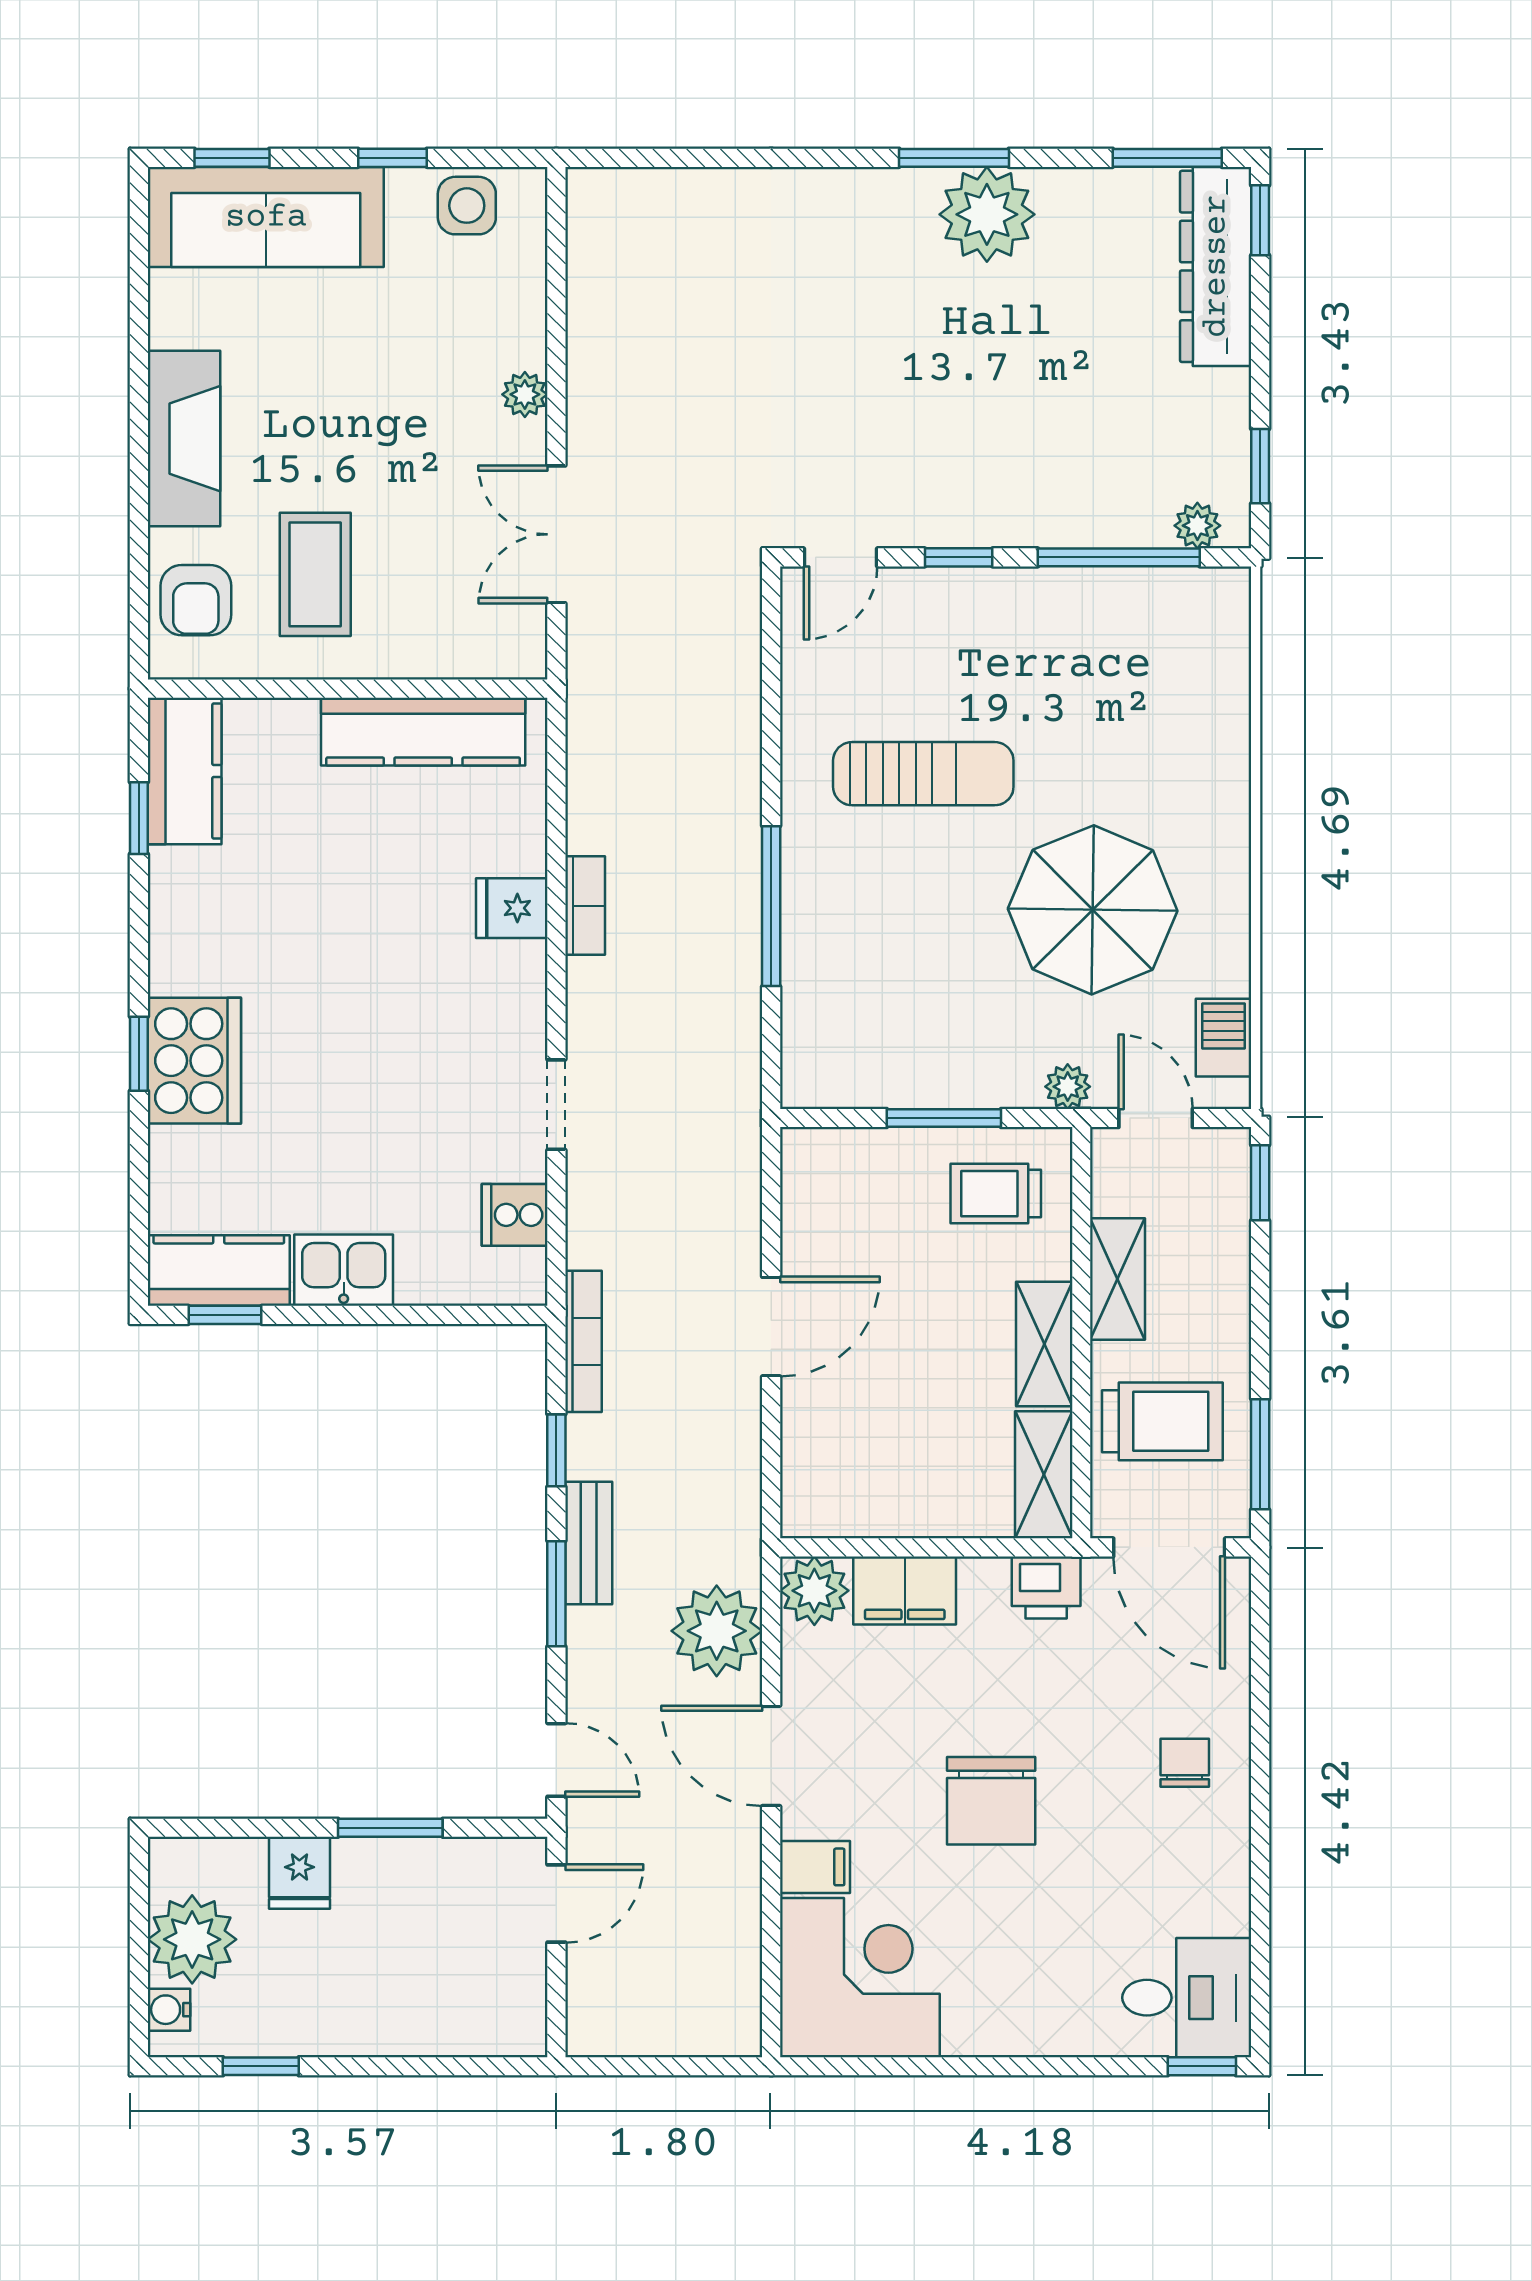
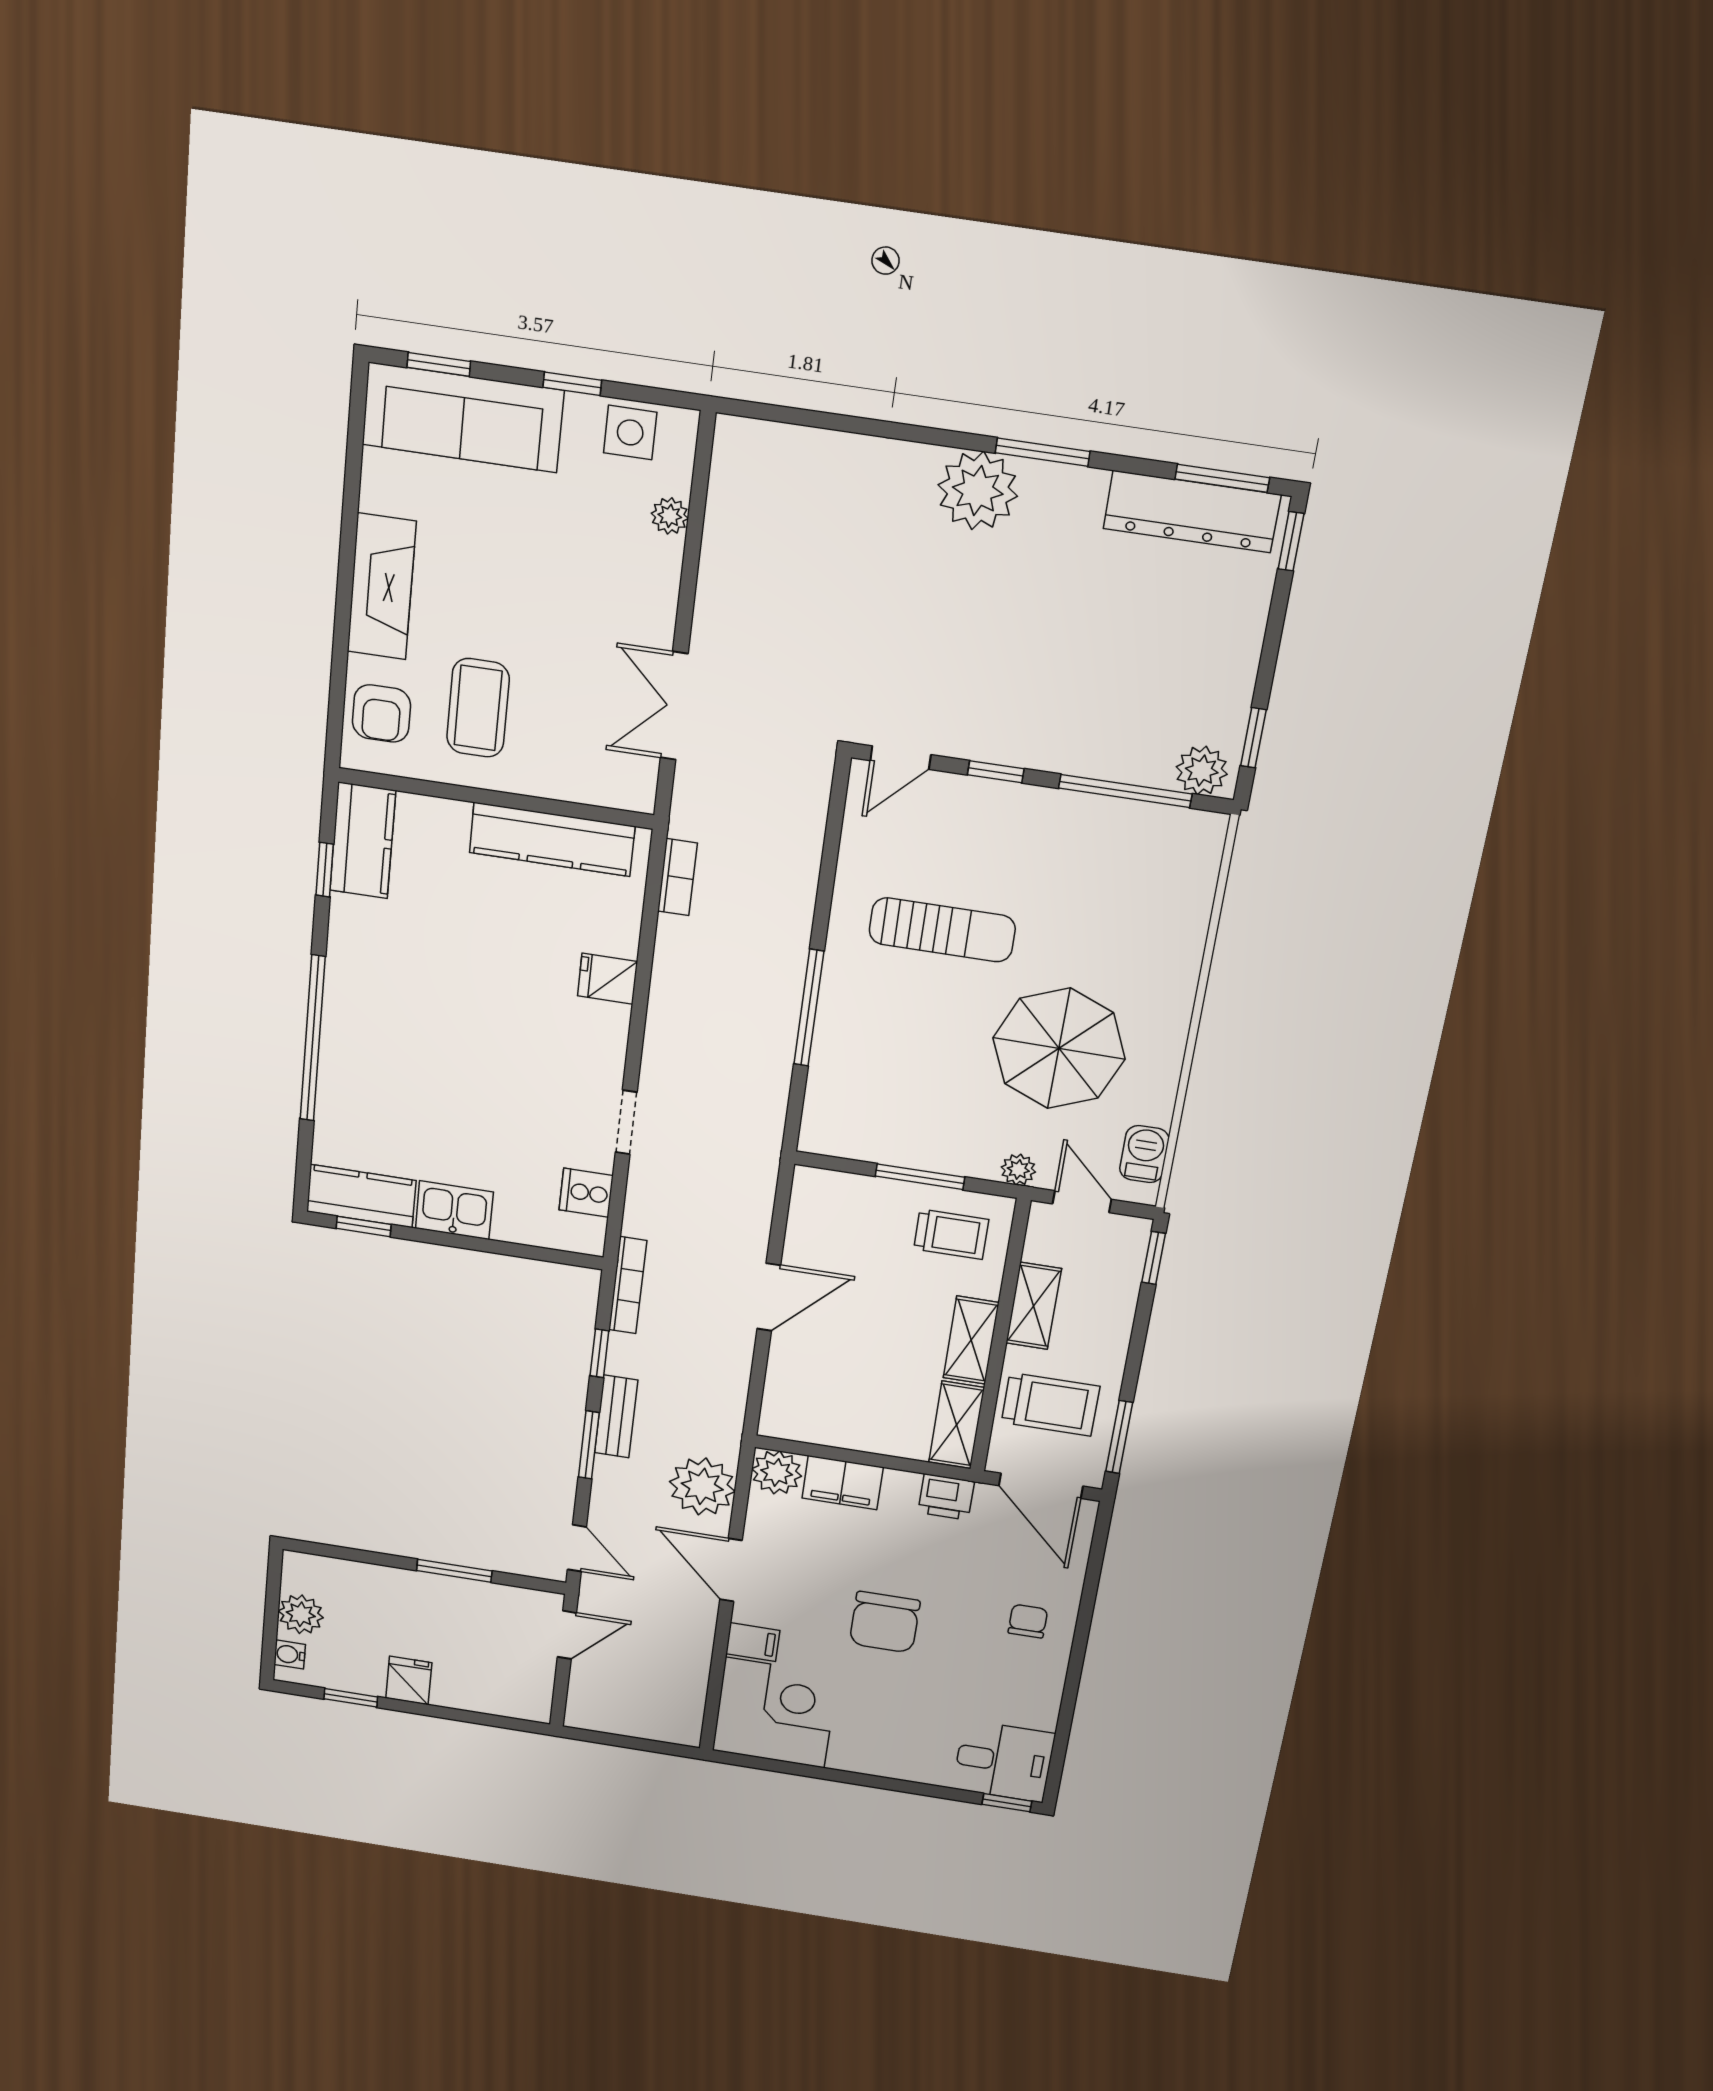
plant: (987, 214) -> (978, 491), moved
dresser: (1216, 266) -> (1192, 512), moved, turned -90
plant: (525, 394) -> (670, 516), moved
plant: (1197, 526) -> (1202, 771), width x1.38, depth x1.38
bookcase: (585, 906) -> (677, 877), moved
window: (139, 1054) -> (313, 1038), width x3.17
cooker: (194, 1061) -> (354, 1050), removed
trolley: (996, 1194) -> (951, 1234), turned 180
fridge: (299, 1873) -> (409, 1680), moved, turned 180
plant: (192, 1939) -> (301, 1614), width x0.73, depth x0.73

